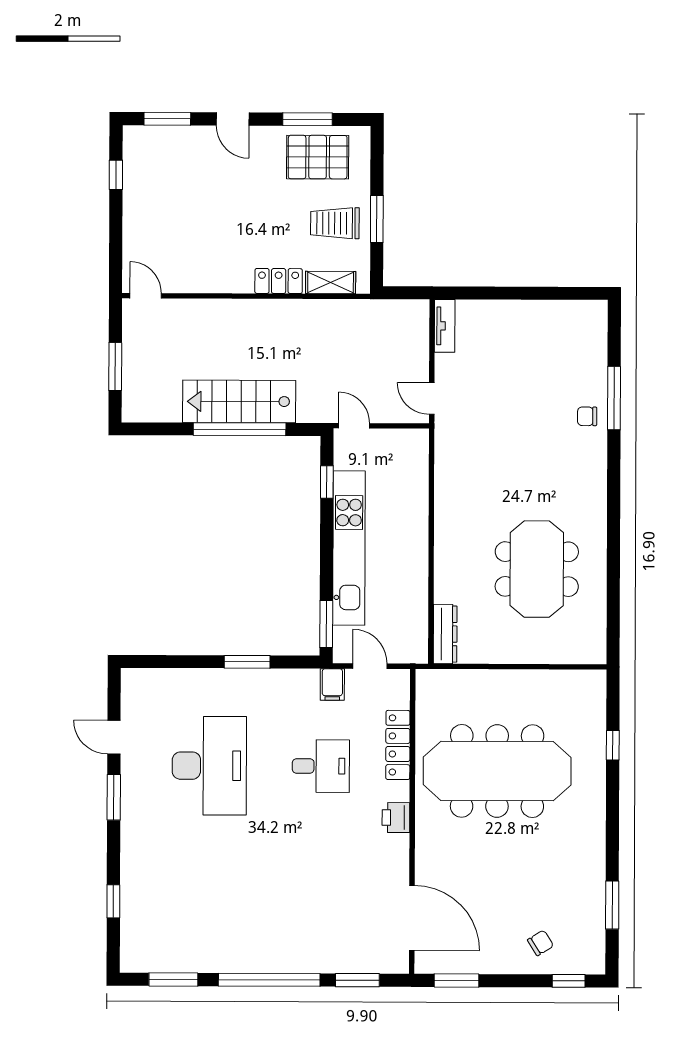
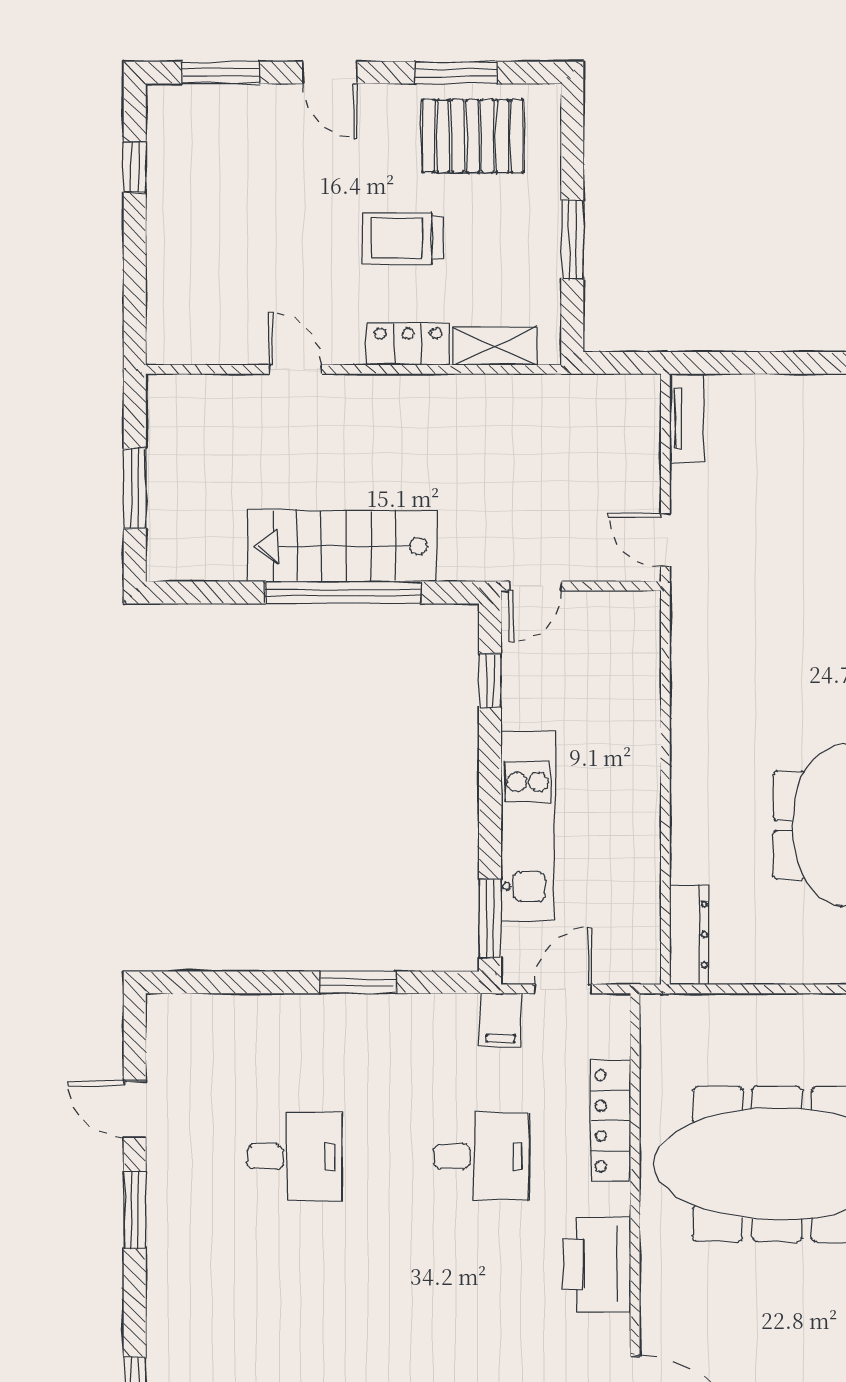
trolley: (335, 223) -> (403, 238), moved
door: (146, 296) -> (295, 369), moved
door: (354, 426) -> (535, 586), swing flipped
kitchen unit: (349, 548) -> (528, 826), width x0.73
door: (370, 666) -> (563, 989), hinge flipped
desk: (209, 766) -> (295, 1157), width x0.53, depth x0.77
printer: (396, 817) -> (597, 1264), width x1.87, depth x1.48

